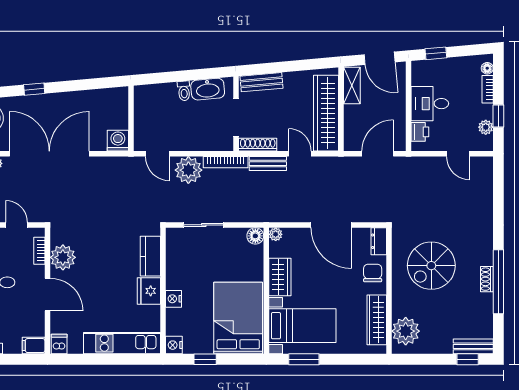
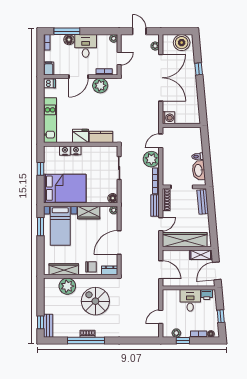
window: (436, 53) -> (221, 316), moved
printer: (420, 132) -> (207, 295), moved
plant: (406, 331) -> (67, 286), moved
nightstand: (174, 345) -> (65, 151), moved

